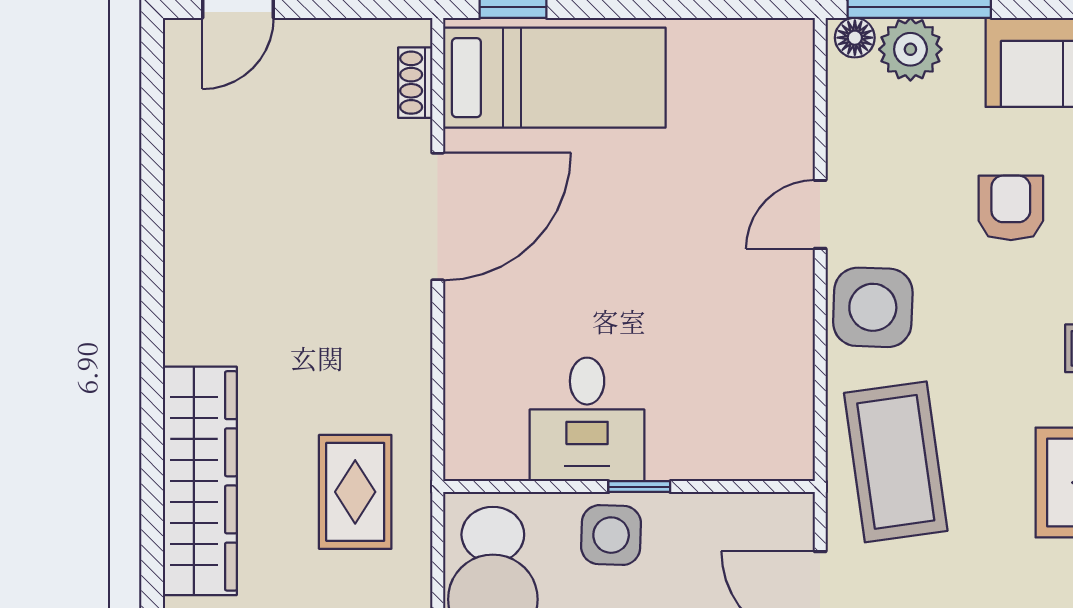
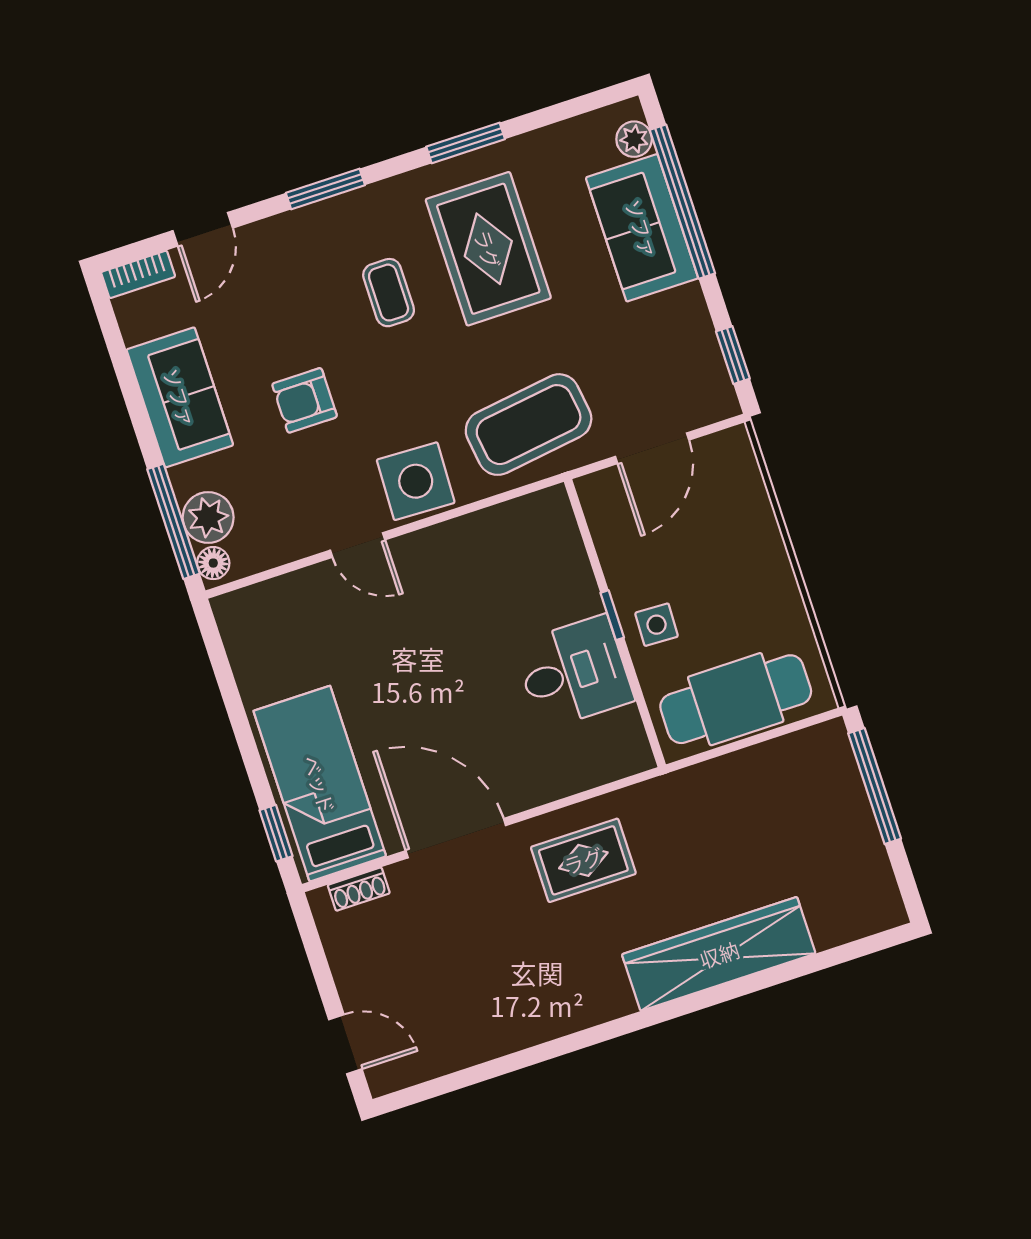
rug: (355, 492) -> (583, 860), moved
side table: (611, 535) -> (657, 625), width x0.73, depth x0.73

